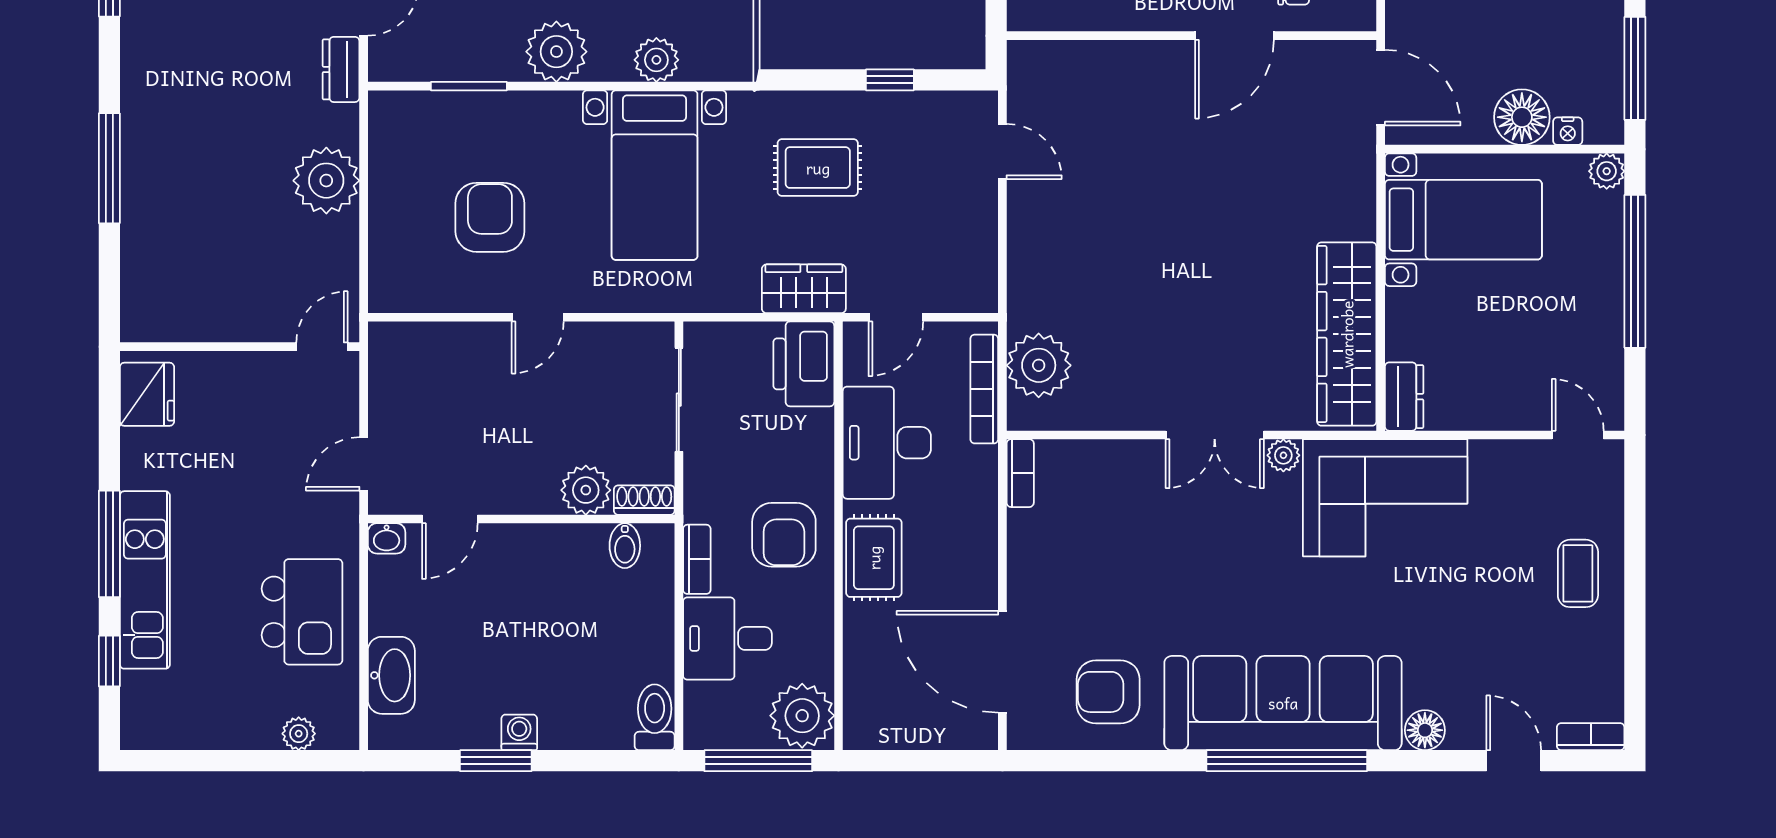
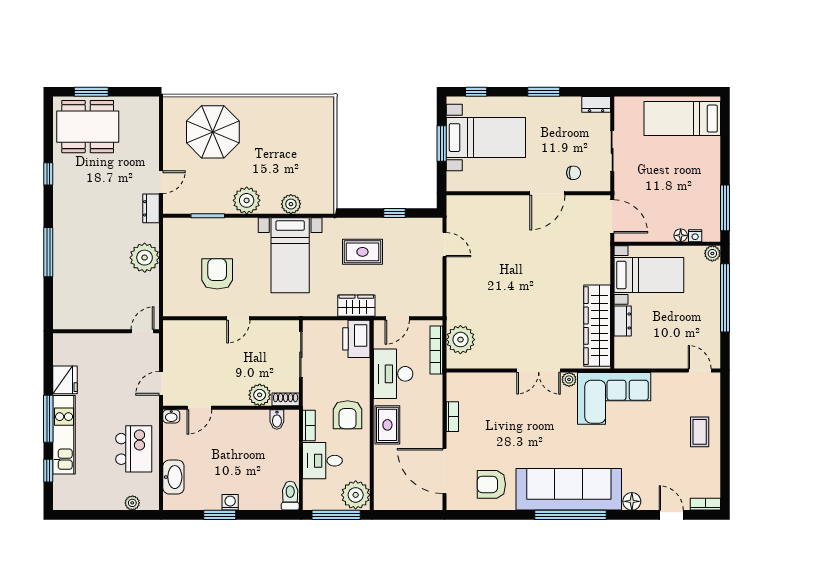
floor lamp: (1522, 117) -> (681, 235), width x0.53, depth x0.53
fridge: (147, 394) -> (65, 380), moved
dresser: (1404, 397) -> (623, 321), moved
bookcase: (1020, 473) -> (452, 417), moved

